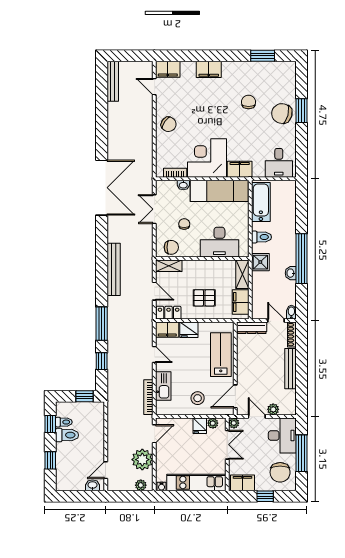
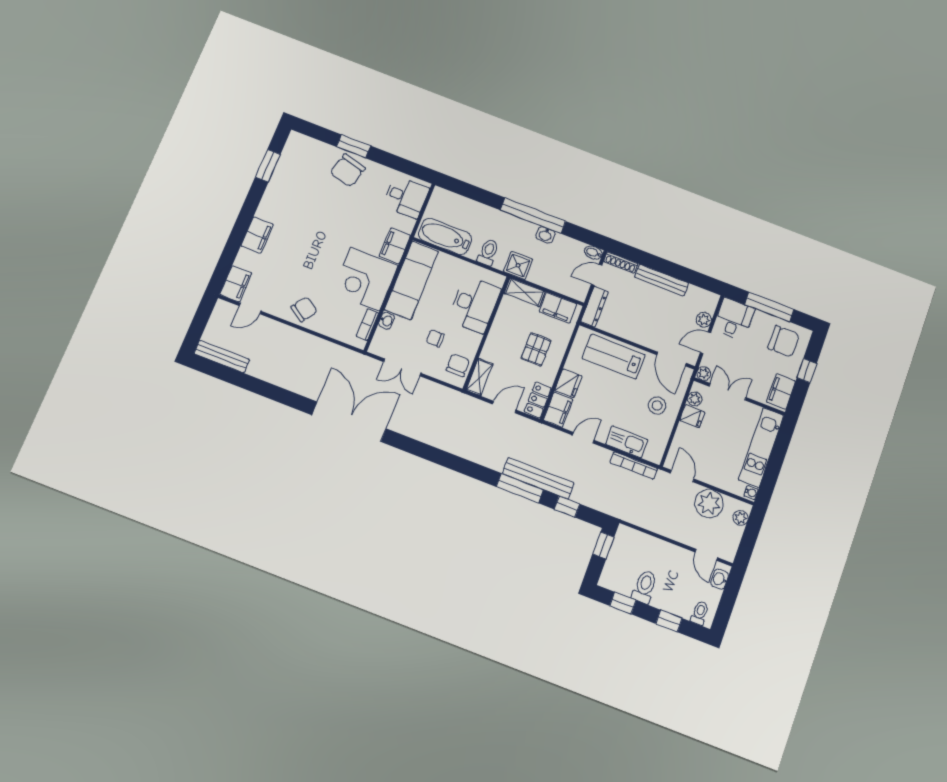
chair: (249, 102) -> (317, 204), removed
bench: (114, 269) -> (538, 478), moved
toilet: (64, 422) -> (700, 613), moved
desk: (282, 435) -> (734, 319), width x0.73

